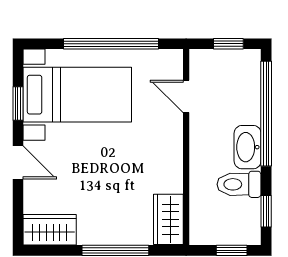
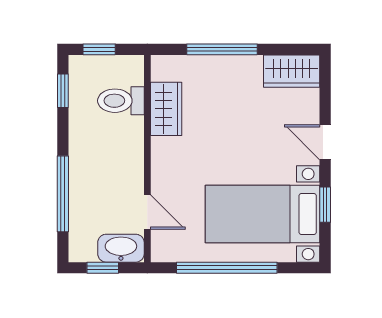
window: (266, 114) -> (63, 194), width x0.68
washbasin: (248, 147) -> (121, 248), moved, turned -90
toilet: (239, 184) -> (121, 101), moved, turned 180
wardrobe: (168, 219) -> (166, 109), moved

